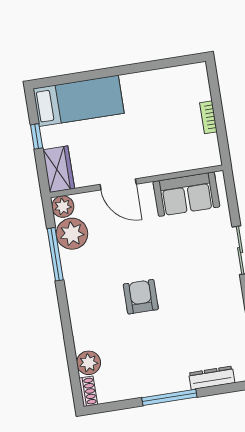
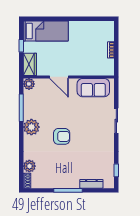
plant: (72, 234) -> (31, 127), moved
armchair: (141, 297) -> (62, 136), turned 90

